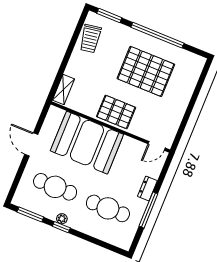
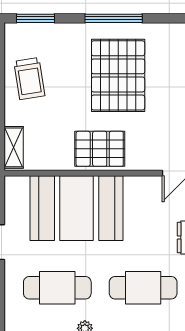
window: (157, 35) -> (114, 18), width x0.68
trolley: (90, 39) -> (29, 79), moved
pallet: (146, 71) -> (118, 75), turned 90

